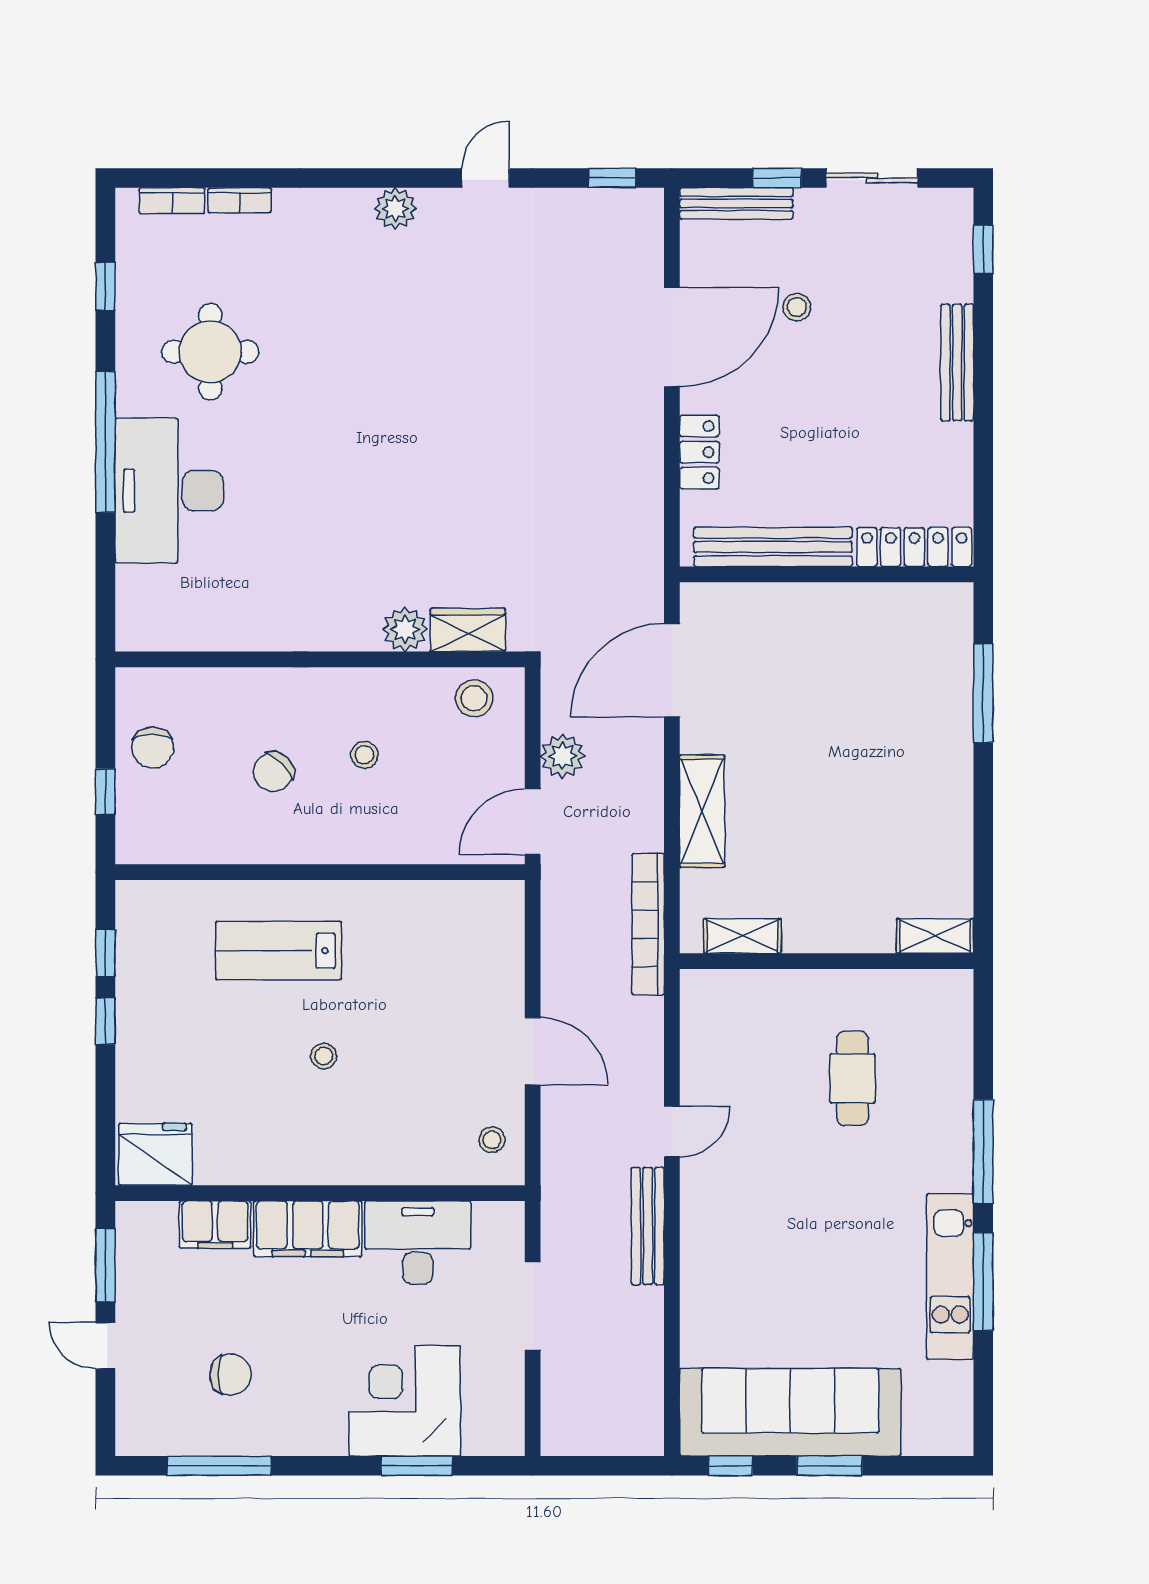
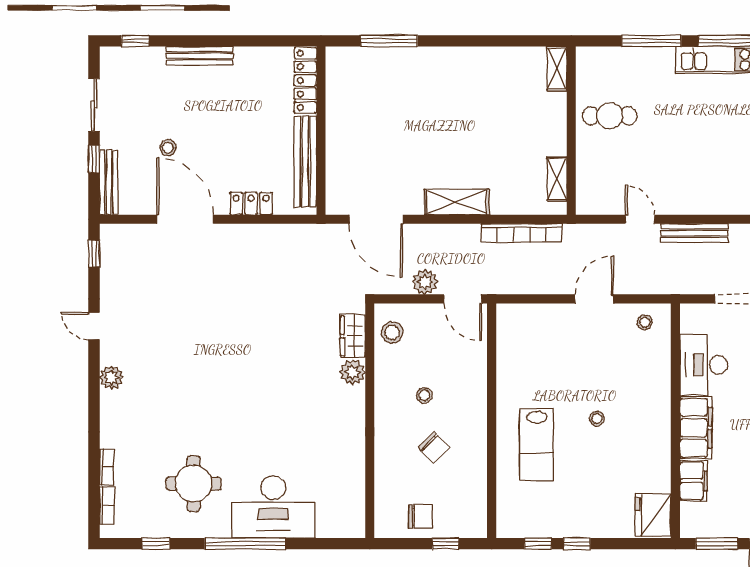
shelving: (742, 936) -> (557, 179), moved
shelving: (935, 936) -> (557, 68), moved
wall: (827, 961) -> (571, 131), moved

